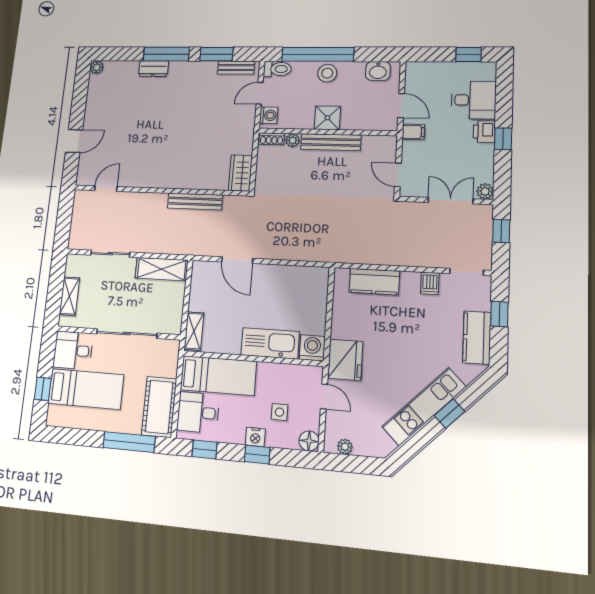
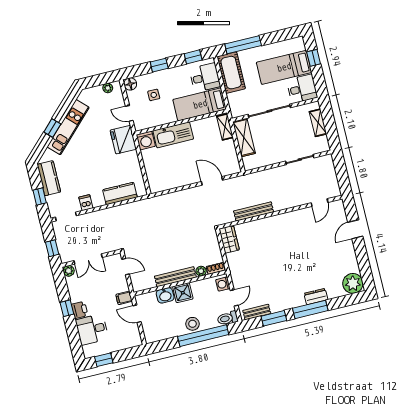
plant: (97, 67) -> (353, 283), width x1.87, depth x1.87
washbasin: (378, 71) -> (165, 295), moved, turned 180
shelving: (162, 269) -> (244, 138), moved, turned 90
nightstand: (255, 437) -> (164, 75), removed

